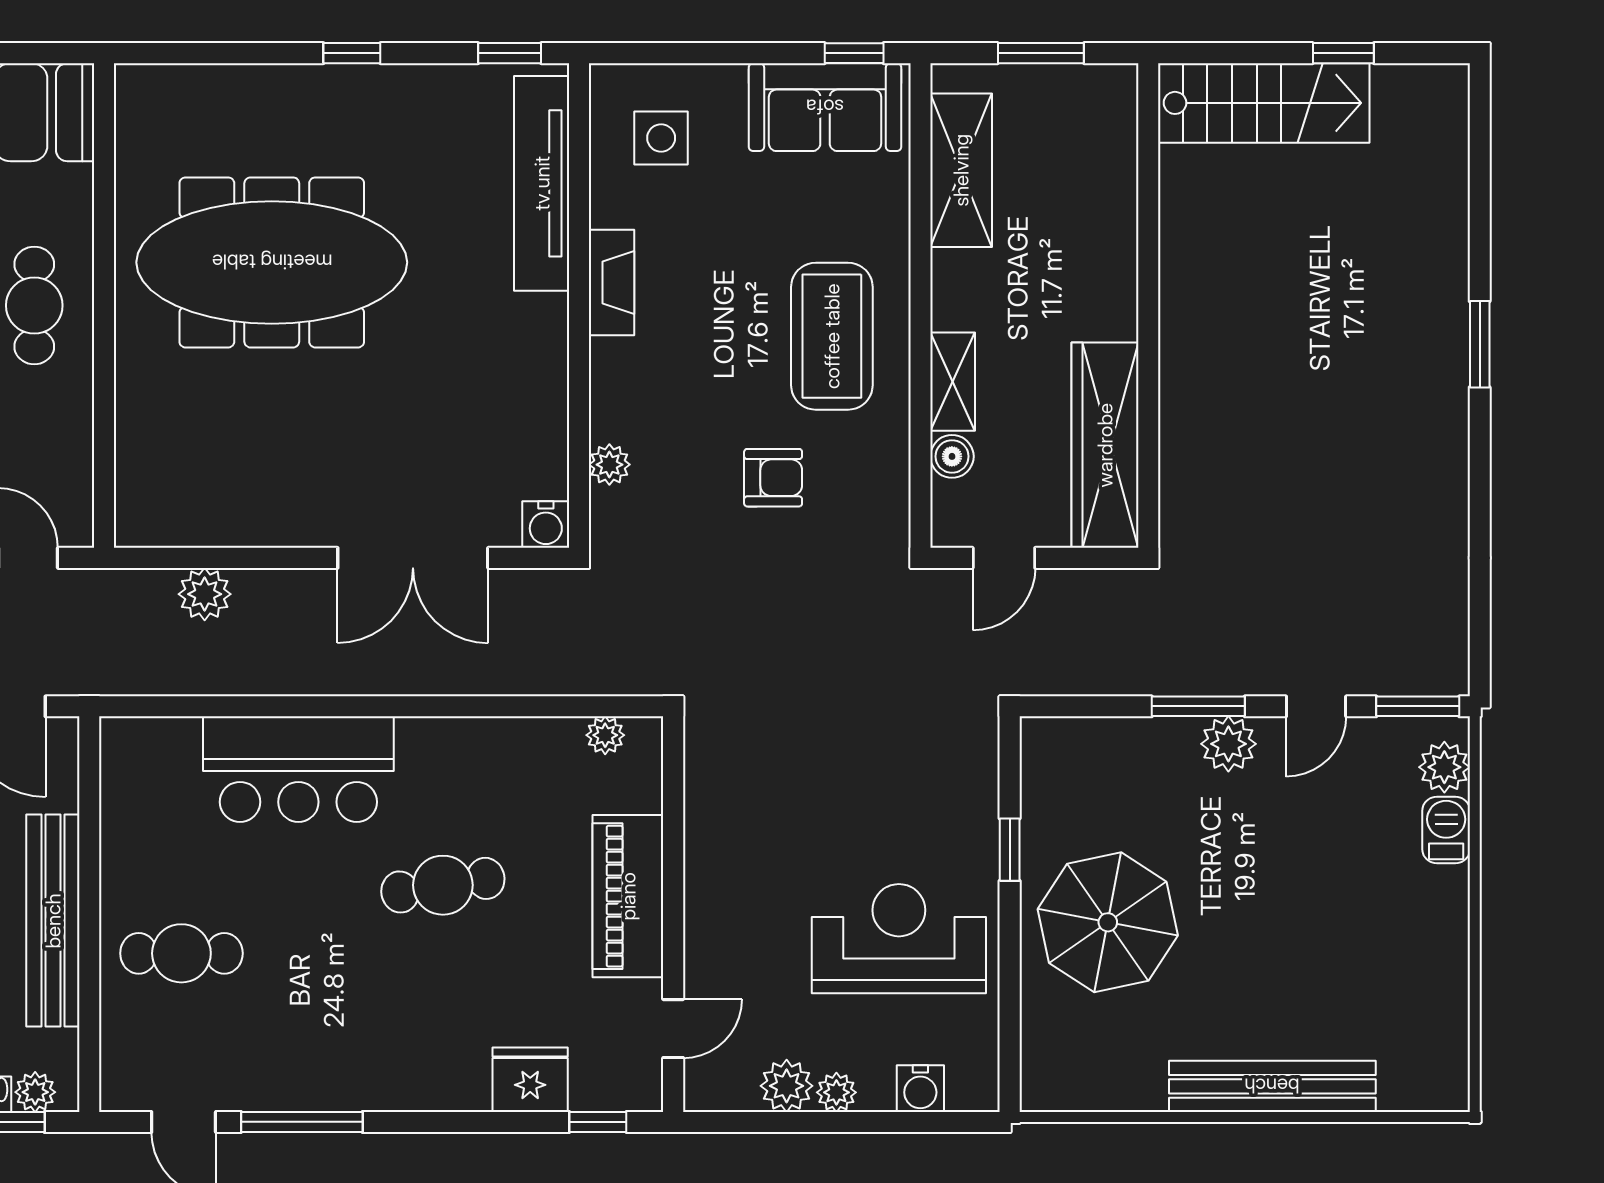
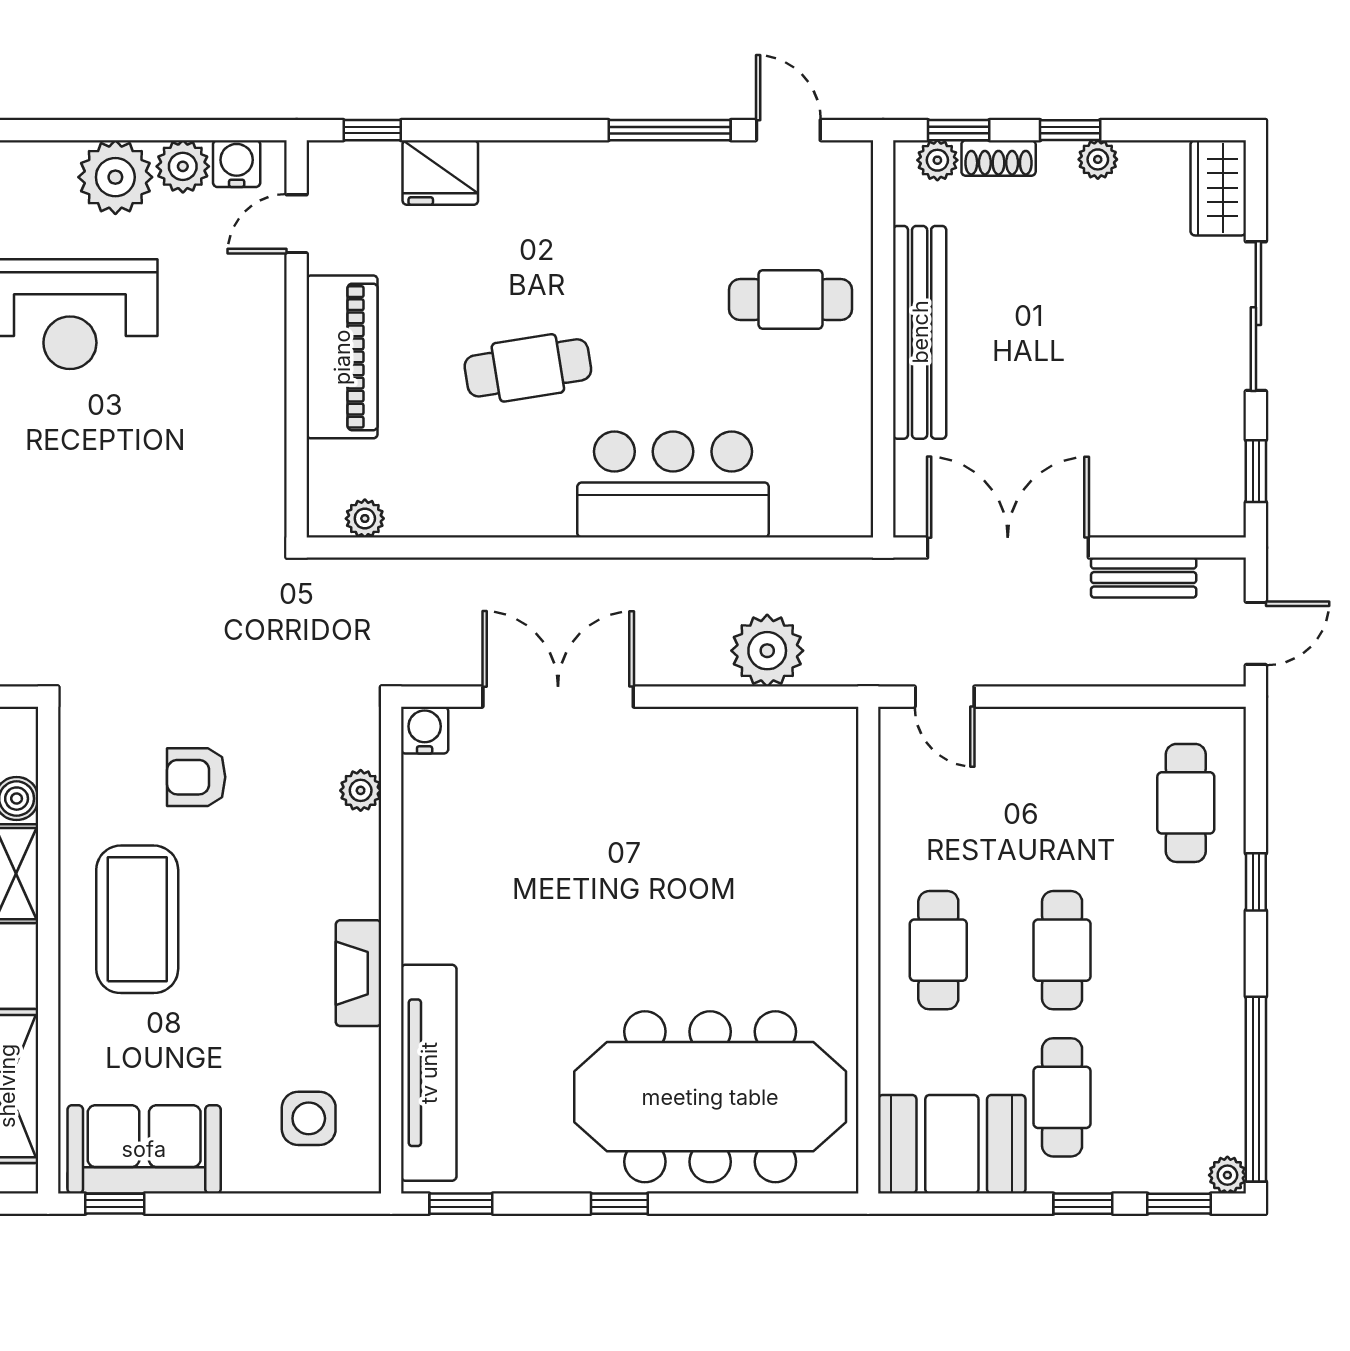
meeting table: (272, 262) -> (710, 1097), moved
plant: (205, 594) -> (767, 651), width x1.36, depth x1.36
water cooler: (920, 1089) -> (237, 164), moved
plant: (836, 1092) -> (115, 177), width x1.88, depth x1.88

